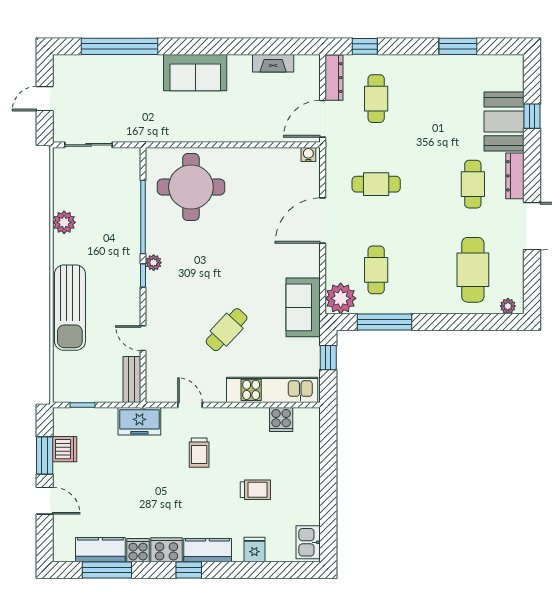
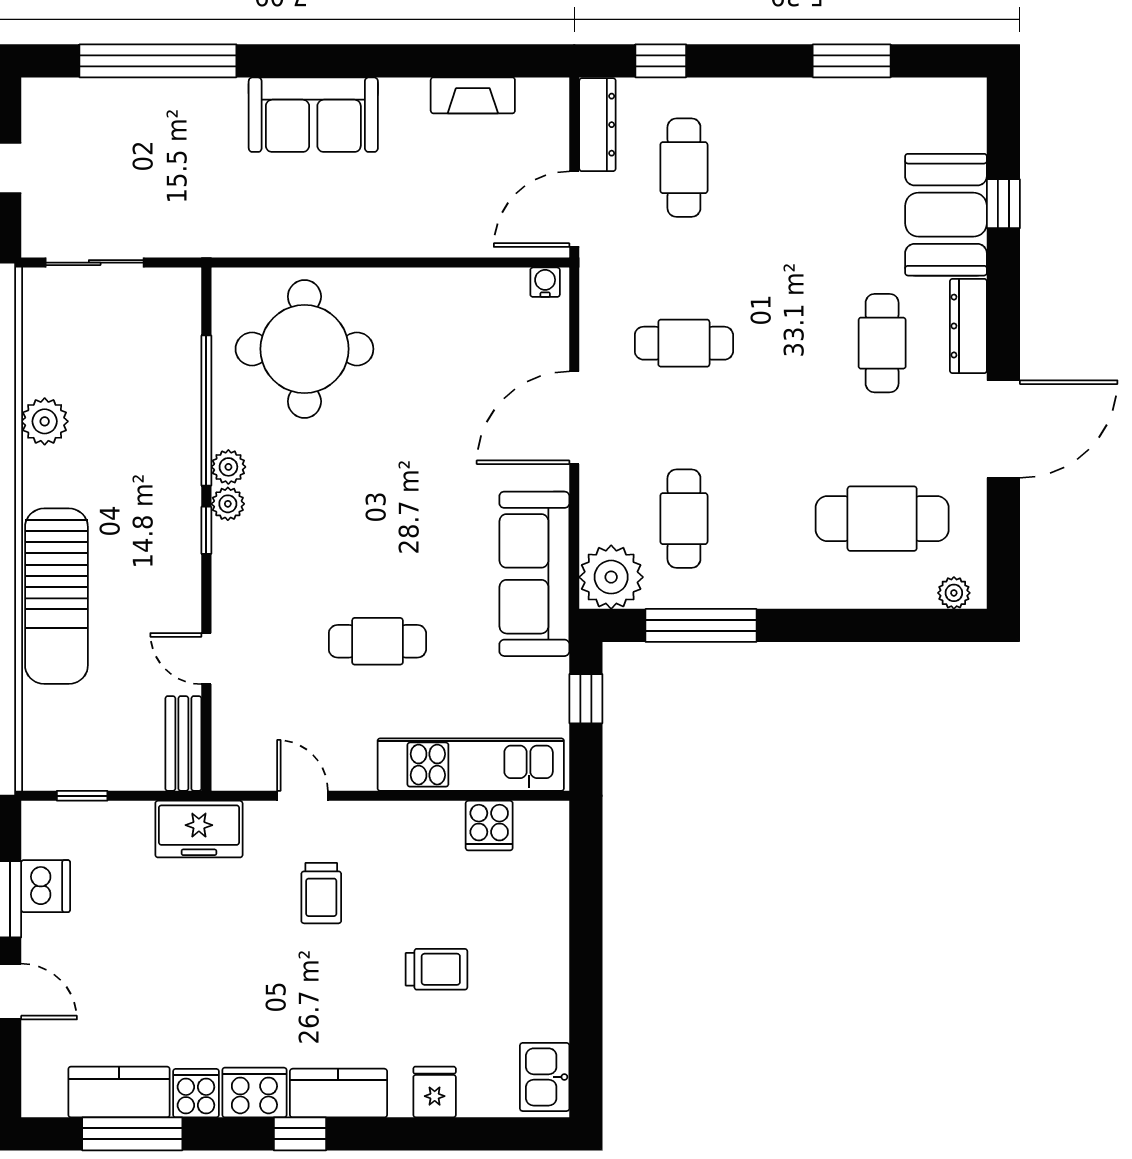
plant: (154, 245) -> (228, 467), added
cafe table: (473, 270) -> (882, 519), turned 90
sofa: (303, 307) -> (534, 574), width x1.36
cafe table: (227, 330) -> (377, 641), turned 47

